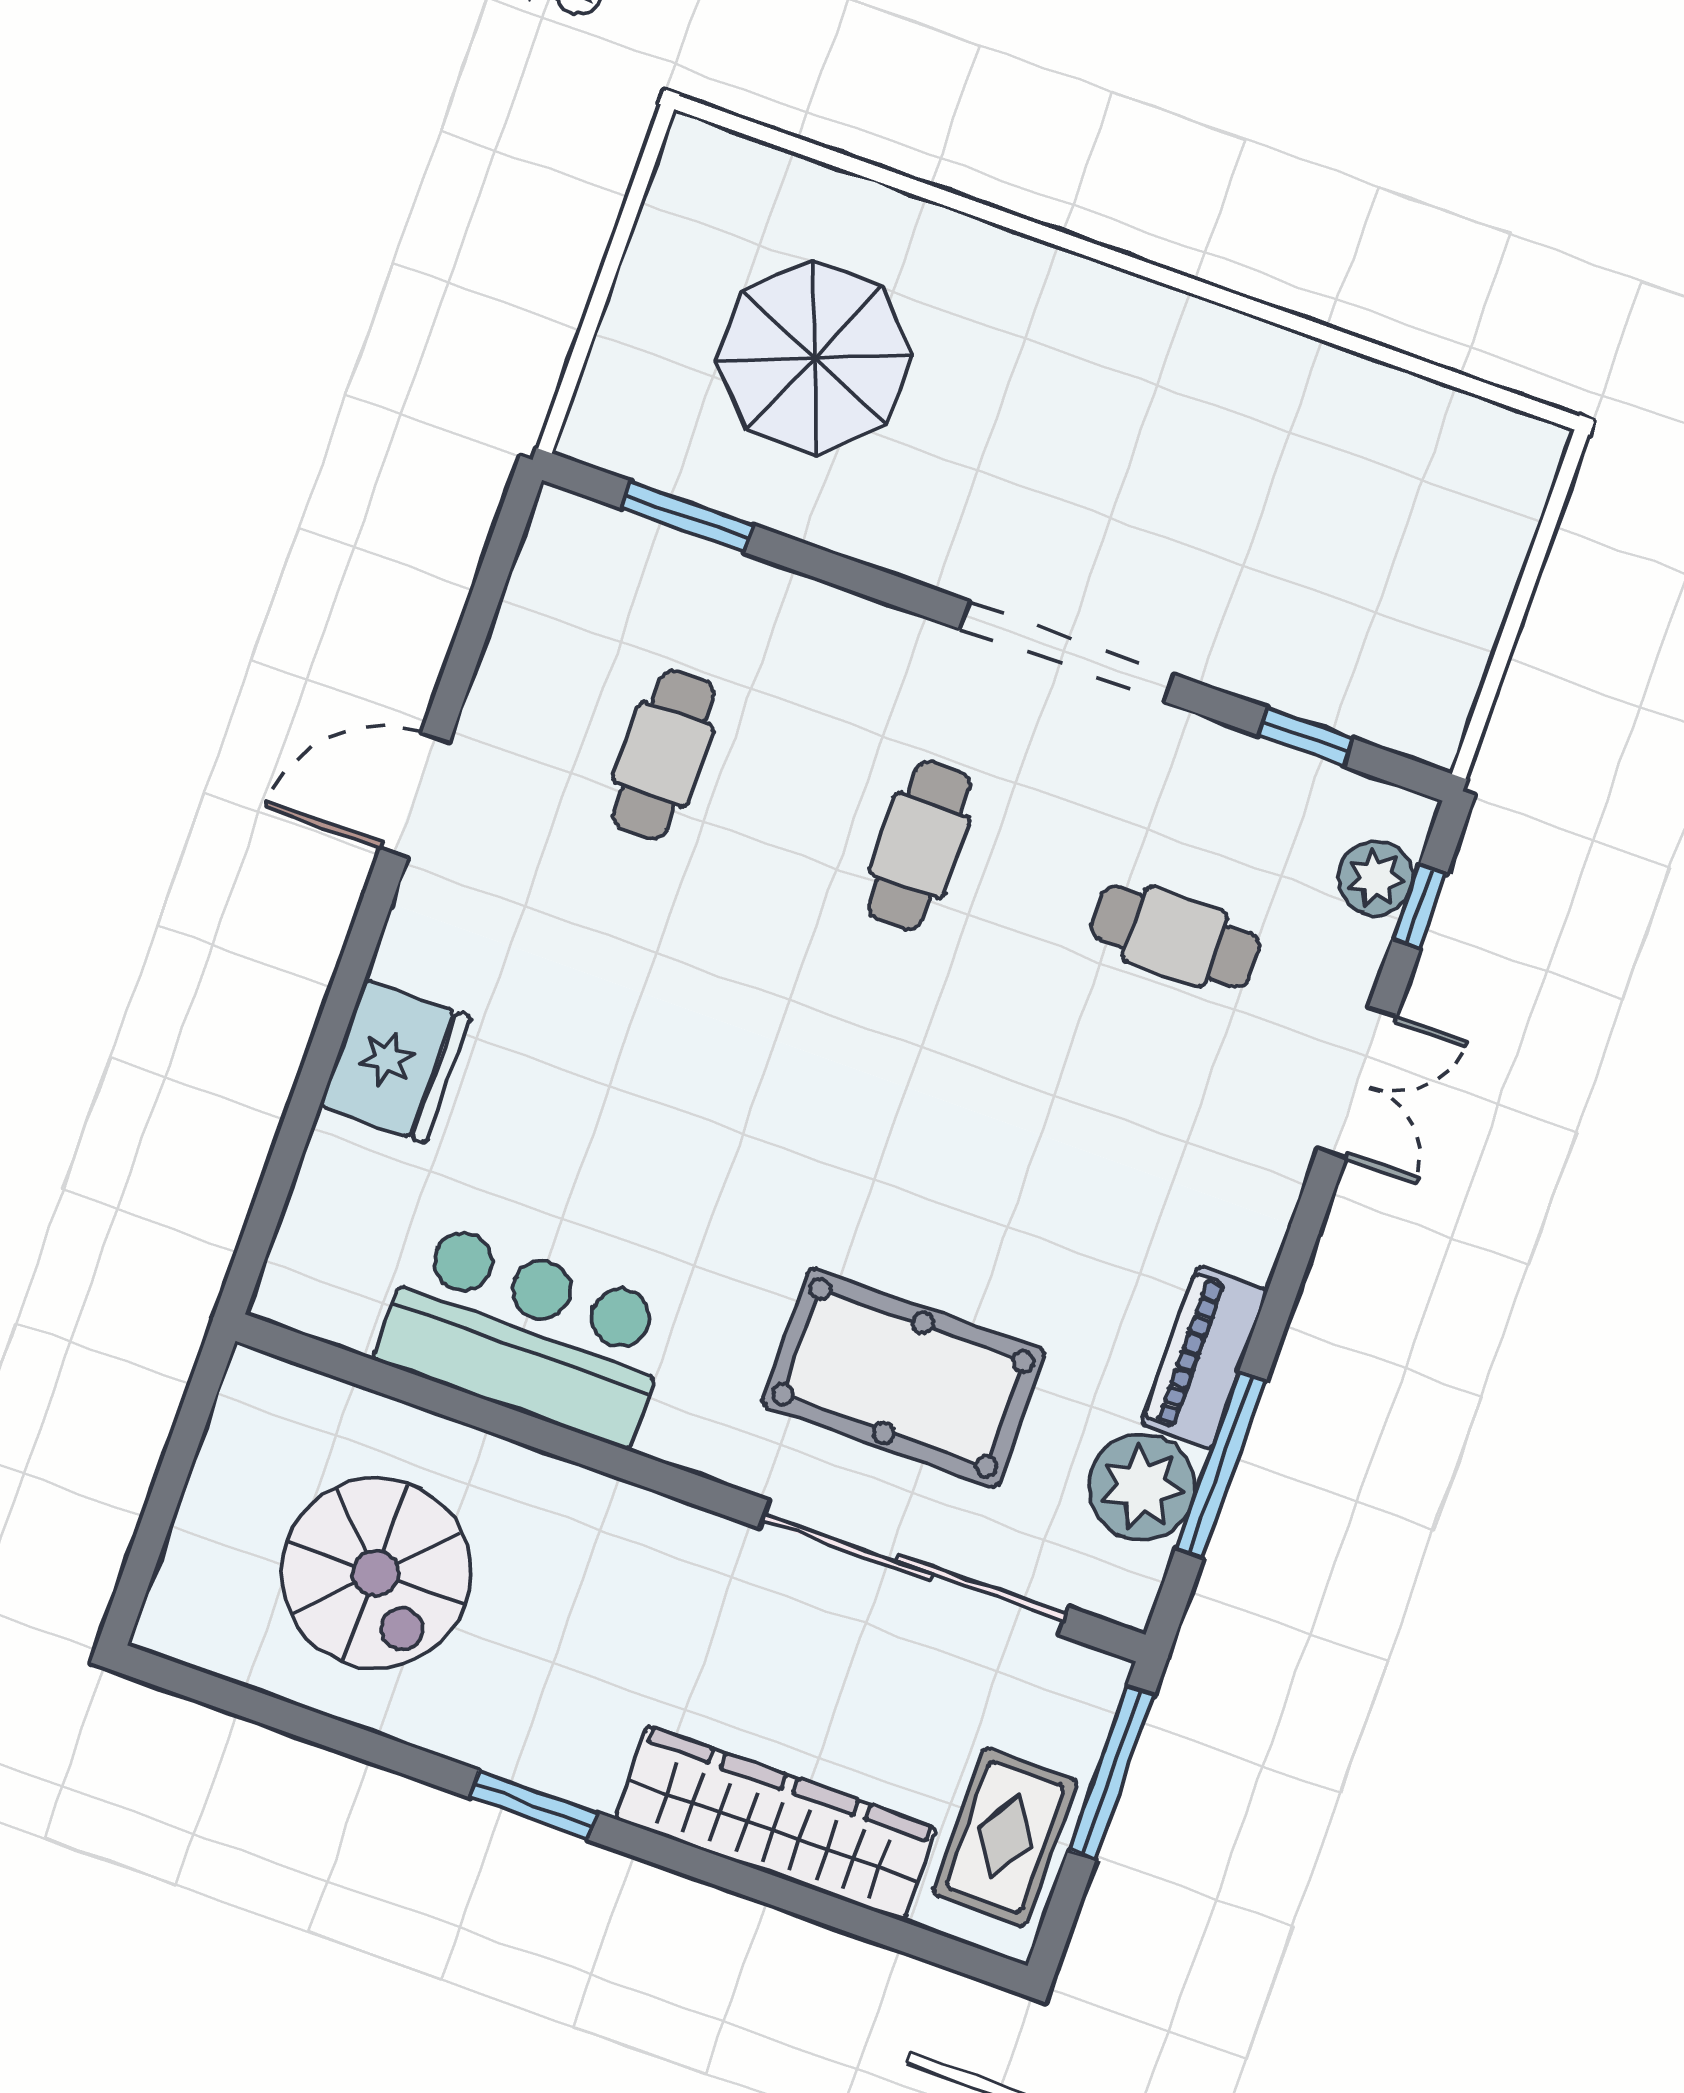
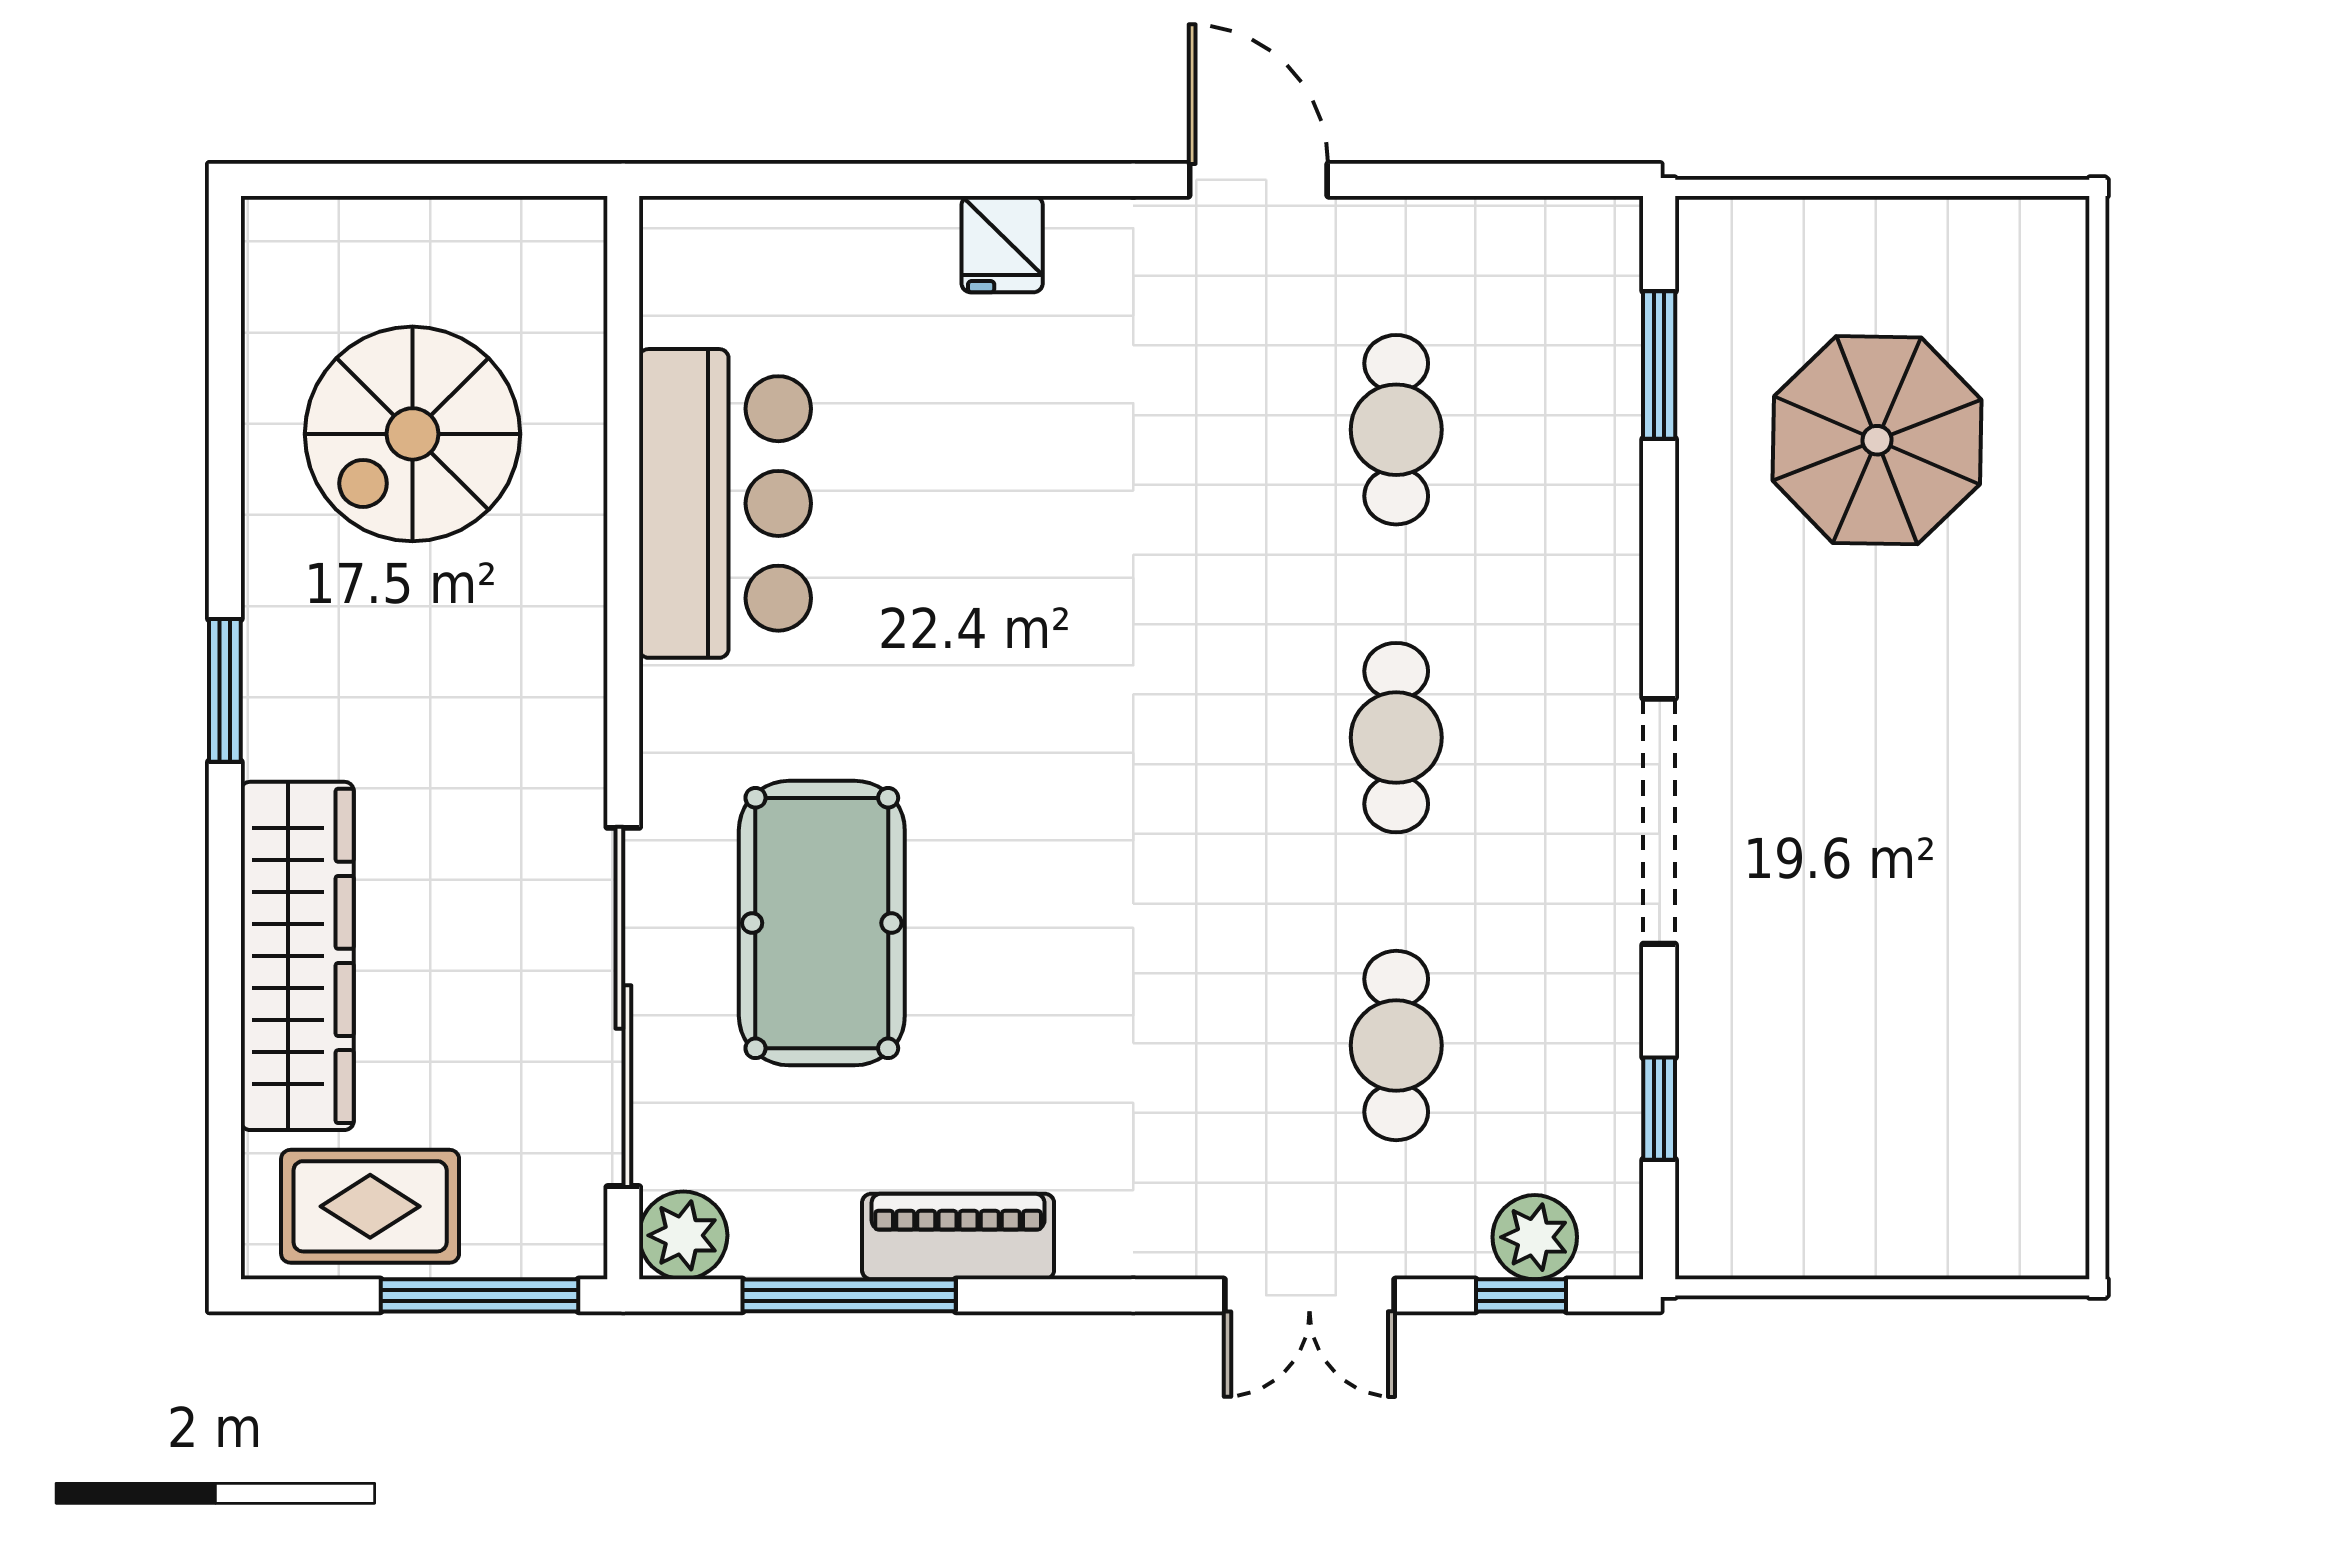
cafe table: (663, 754) -> (1396, 430), turned 90
cafe table: (919, 846) -> (1396, 738), turned 90
fridge: (395, 1062) -> (1002, 244), width x0.53, depth x0.75
plant: (1142, 1487) -> (683, 1235), moved, width x0.73, depth x0.73

